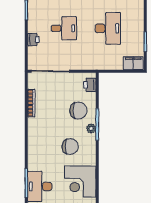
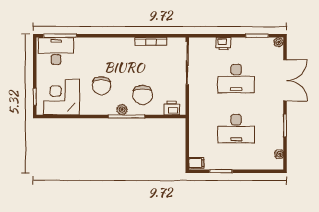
desk: (64, 28) -> (236, 78), width x1.37
filing cabinet: (133, 63) -> (196, 163), width x0.50

